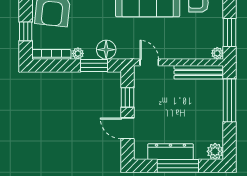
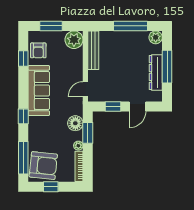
window: (26, 31) -> (51, 187), moved
window: (230, 32) -> (51, 26), moved
plant: (217, 53) -> (74, 40), width x1.88, depth x1.88
window: (230, 100) -> (130, 26), moved

